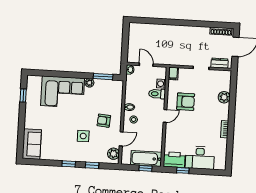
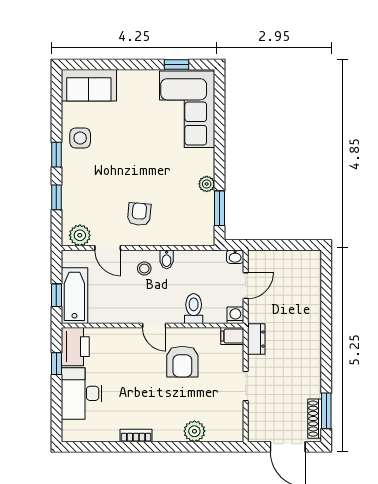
window: (217, 25) -> (326, 411), added
dresser: (220, 63) -> (256, 339), moved
washing machine: (161, 84) -> (235, 315), moved
corner sofa: (63, 92) -> (187, 109), moved
side table: (83, 136) -> (80, 138), moved

